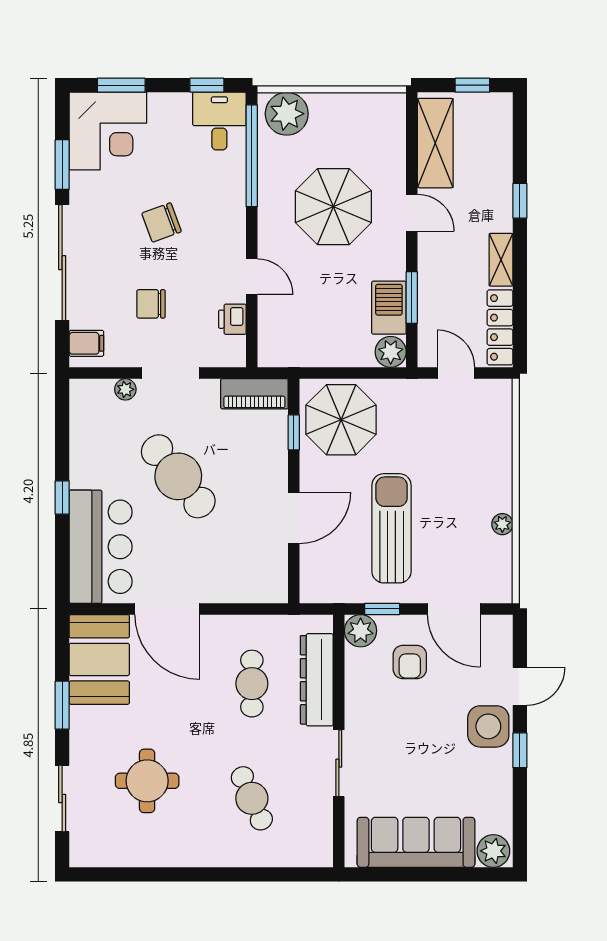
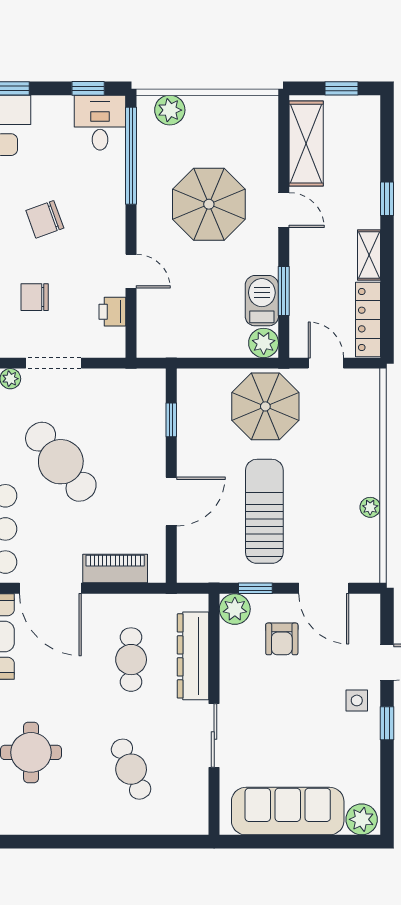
plant: (287, 114) -> (170, 110), width x0.73, depth x0.73
piano: (254, 394) -> (115, 569), moved, turned 180
parasol: (341, 420) -> (265, 406), moved
side table: (488, 726) -> (357, 700), width x0.54, depth x0.54

